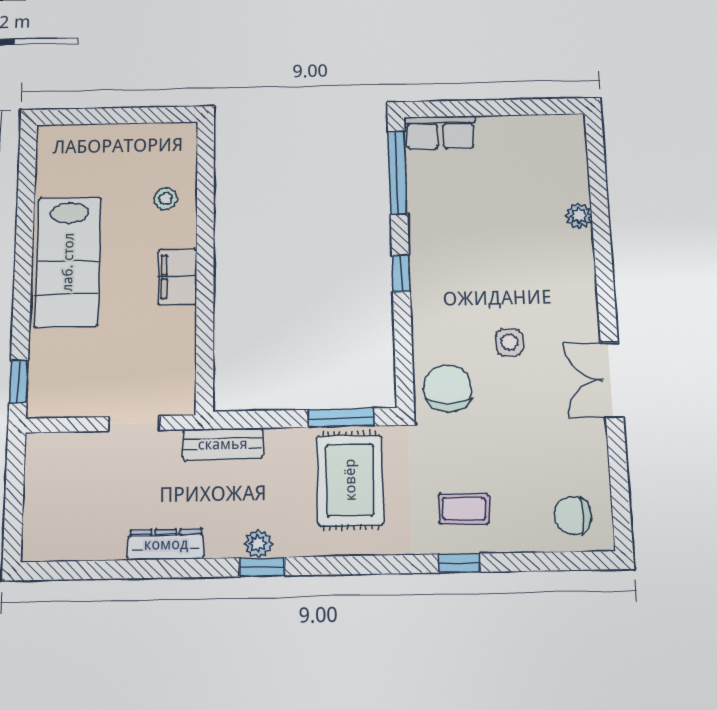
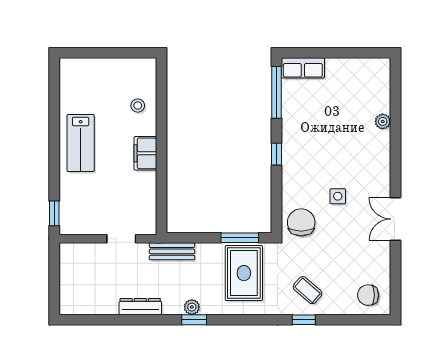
lab bench: (68, 262) -> (81, 143), width x0.73, depth x0.72
coffee table: (464, 509) -> (307, 290), turned 40

